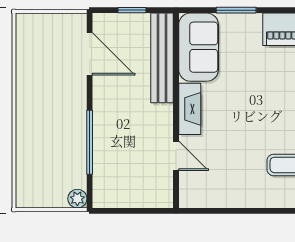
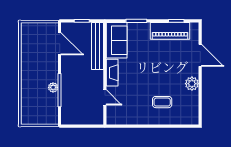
plant: (77, 199) -> (53, 87), moved

